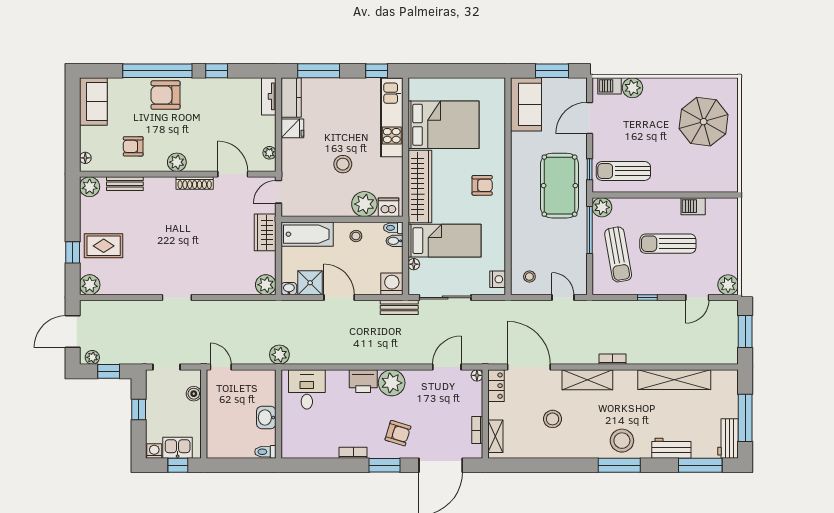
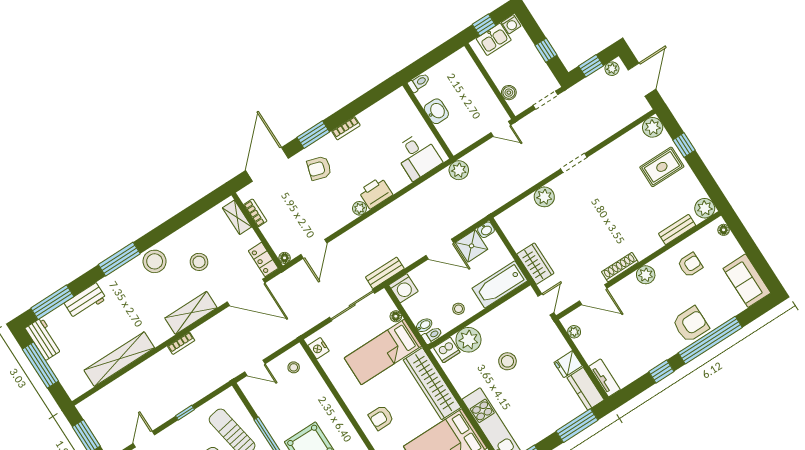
plant: (266, 285) -> (544, 197), moved
plant: (392, 383) -> (359, 208), width x0.53, depth x0.53
stool: (622, 441) -> (155, 261), moved

